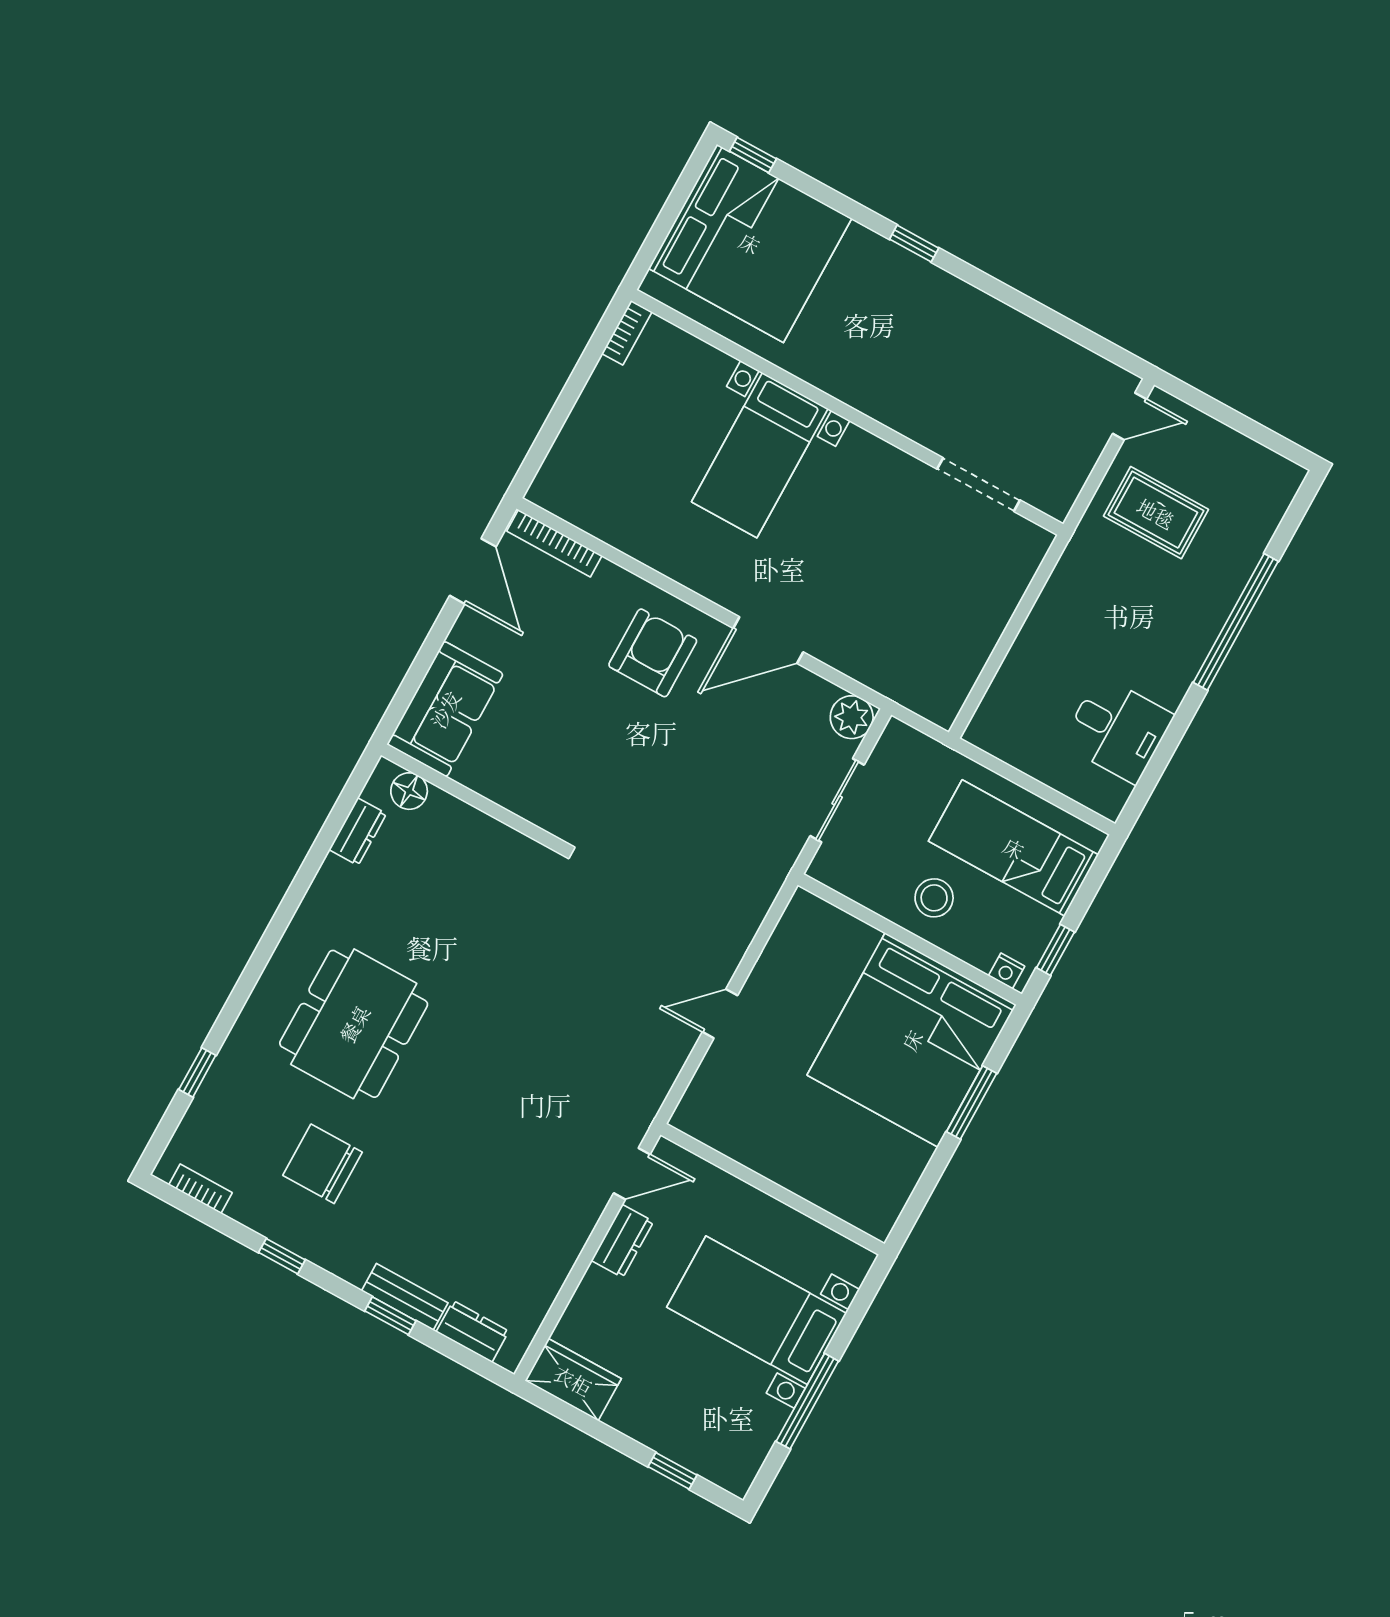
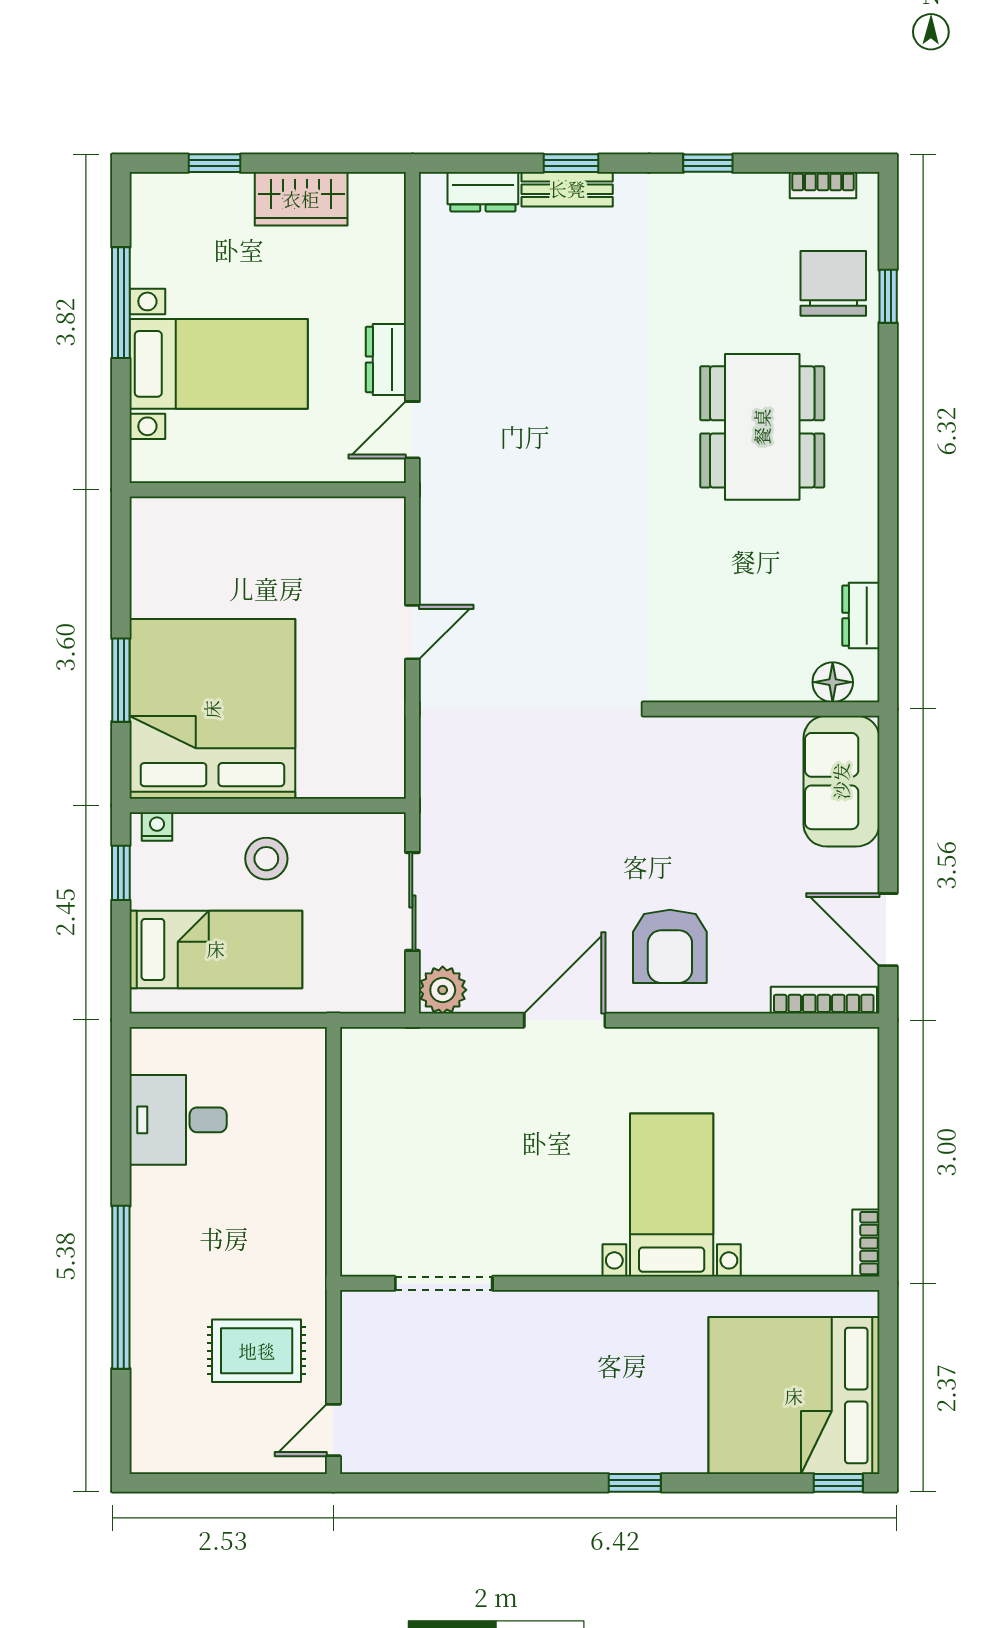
chair: (323, 1164) -> (833, 283), moved, turned -90
wardrobe: (573, 1380) -> (301, 199), moved

